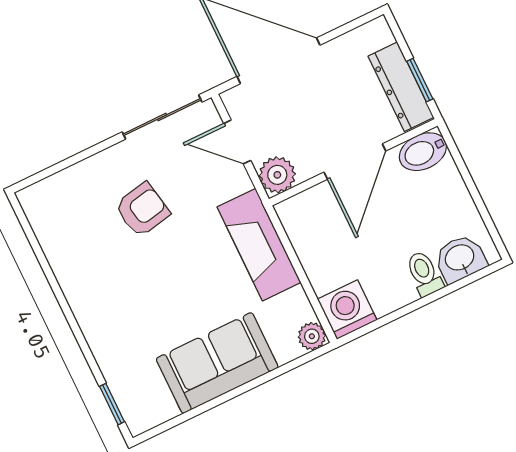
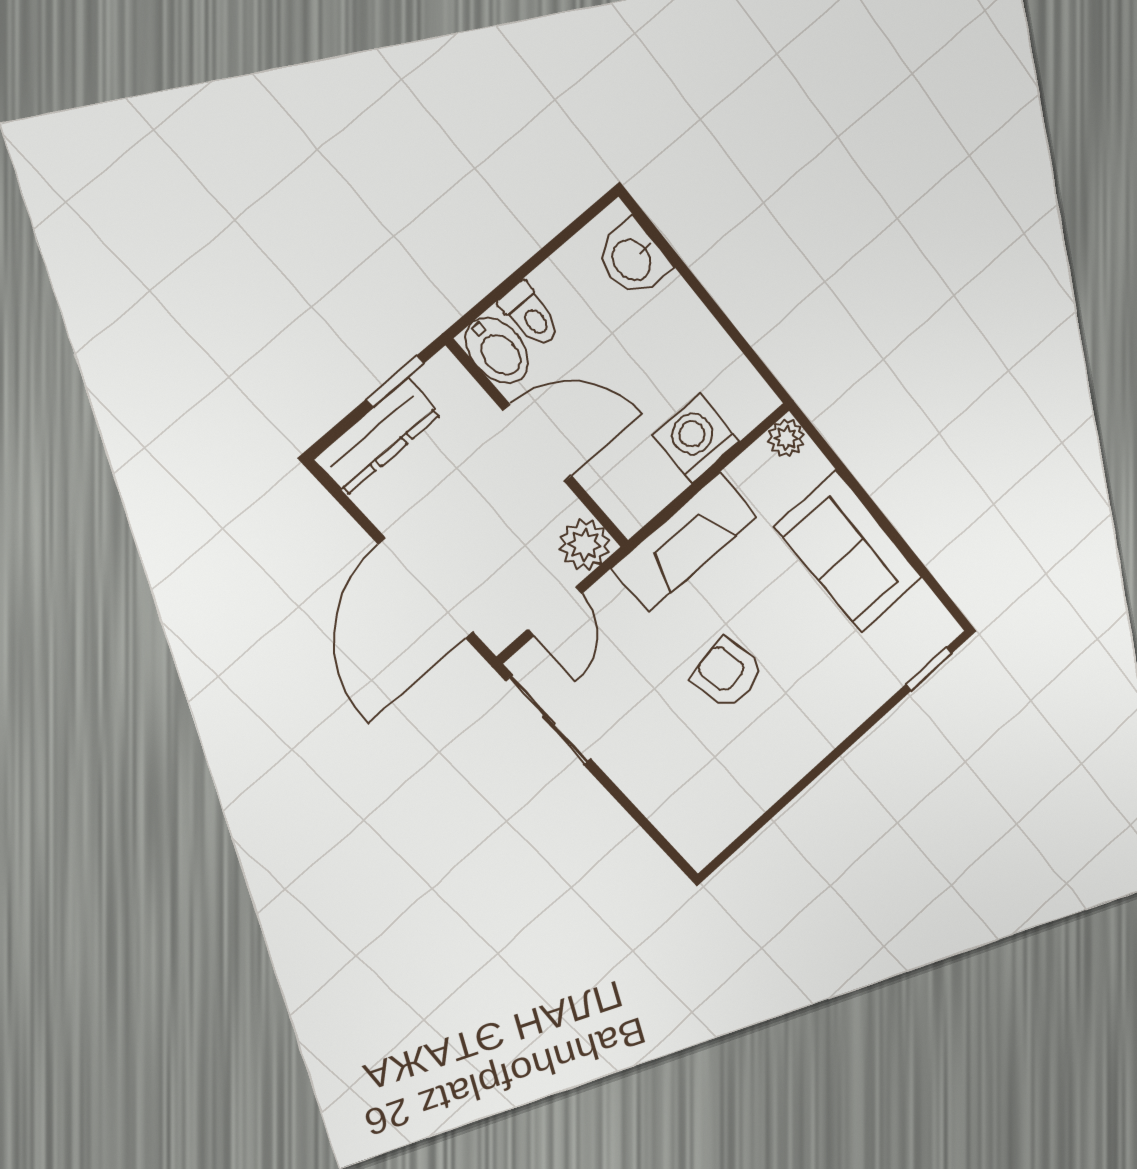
dresser: (401, 87) -> (377, 437), moved
armchair: (142, 210) -> (727, 673), moved
toilet: (424, 274) -> (530, 315), moved, turned -90
washing machine: (347, 310) -> (696, 439), moved, turned 90

